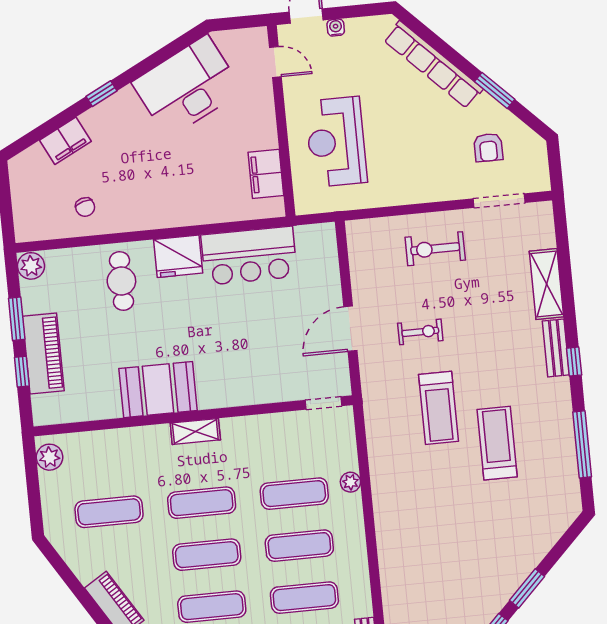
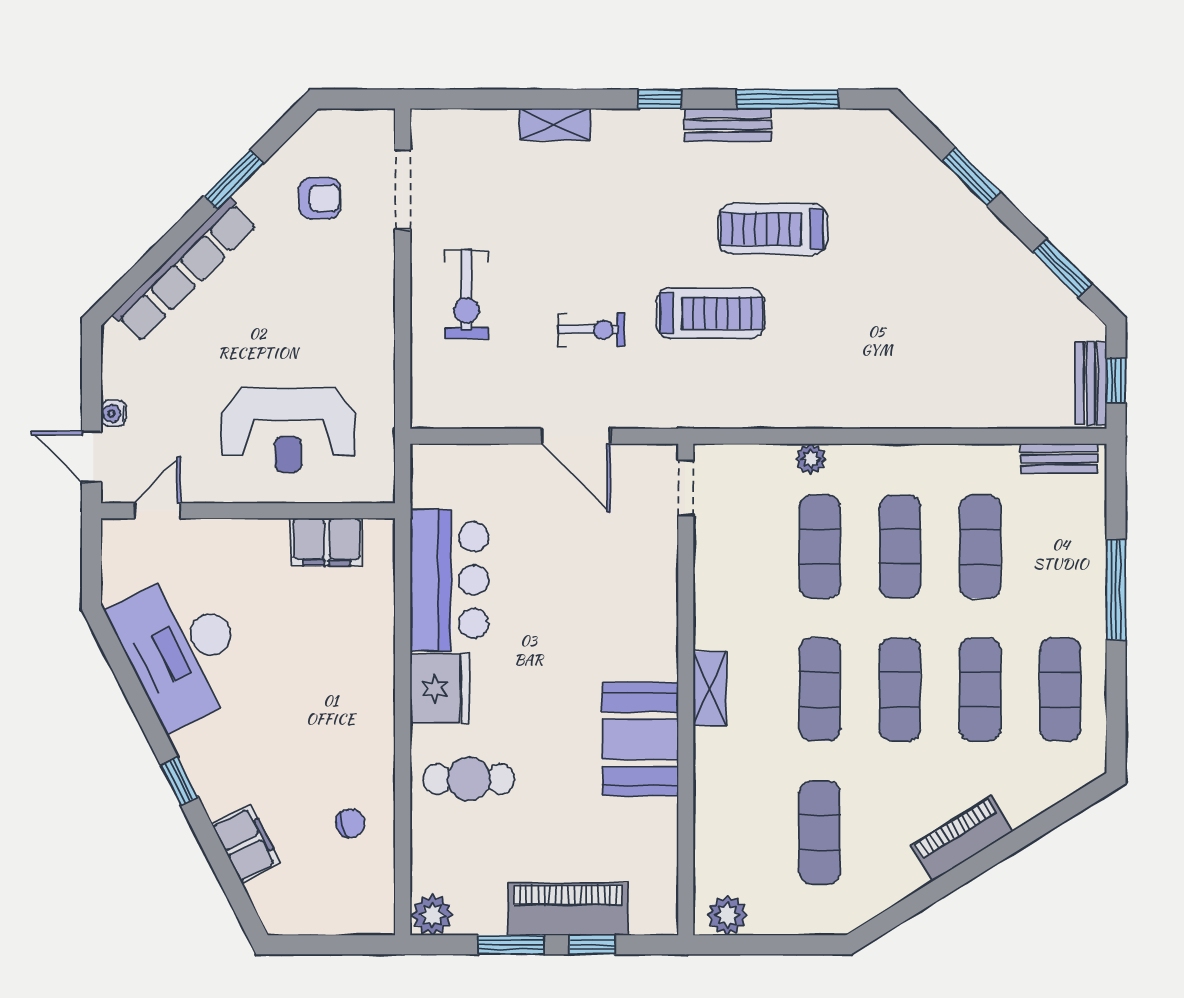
shelving: (547, 284) -> (555, 124), width x0.67, depth x0.75
exercise bike: (420, 332) -> (591, 330), turned 90
bench: (556, 348) -> (728, 125), moved
window: (527, 588) -> (971, 177), moved

